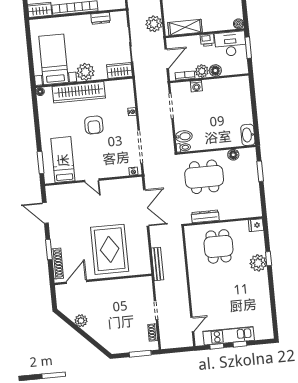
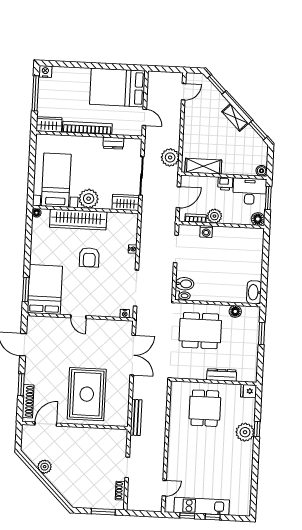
floor lamp: (215, 71) -> (258, 219), moved
bed: (63, 160) -> (45, 290), width x1.50
dresser: (205, 216) -> (222, 375), moved

